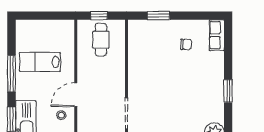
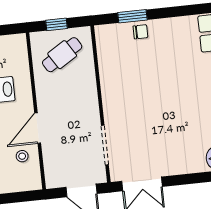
cafe table: (101, 40) -> (62, 55), turned 58
chair: (186, 44) -> (140, 32), moved

